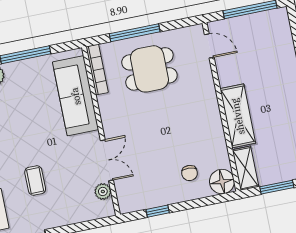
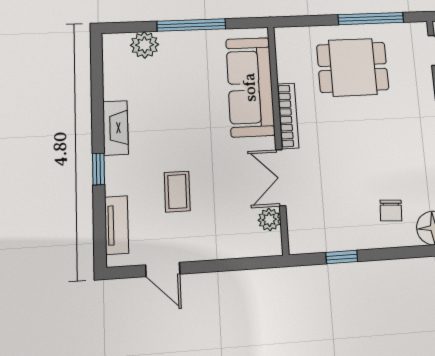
window: (135, 33) -> (371, 19), moved
bookcase: (97, 70) -> (288, 116), moved
double door: (107, 160) -> (281, 178), swing flipped

